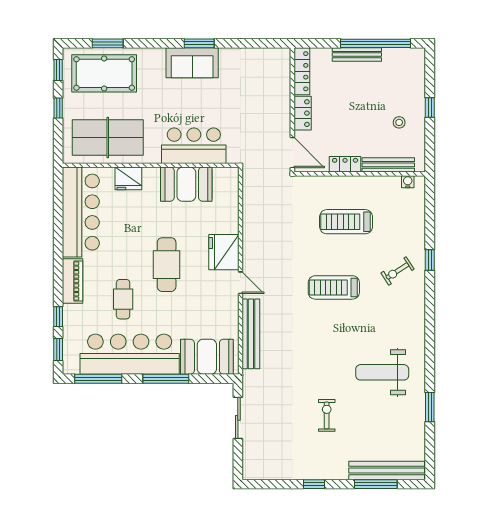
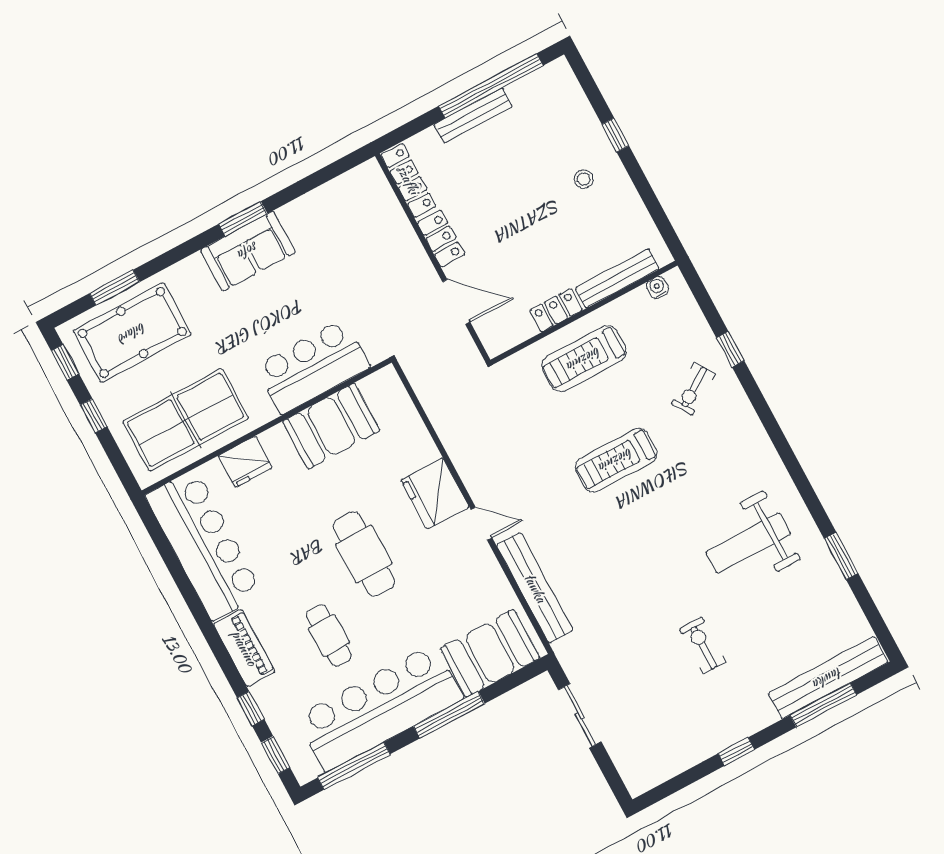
locker: (345, 164) -> (556, 310), moved
bench: (388, 165) -> (617, 278), moved
wall: (360, 174) -> (584, 313), moved
water cooler: (408, 182) -> (657, 287), moved

